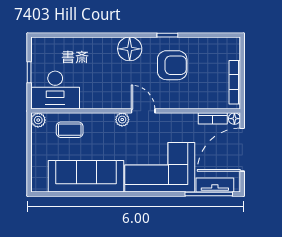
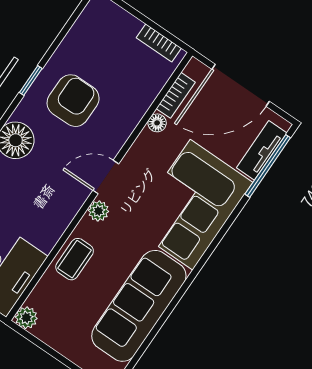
bookcase: (235, 82) -> (159, 43), width x0.64
floor lamp: (234, 119) -> (157, 123), moved
coffee table: (70, 130) -> (75, 259), moved
door: (242, 150) -> (241, 85), hinge flipped

